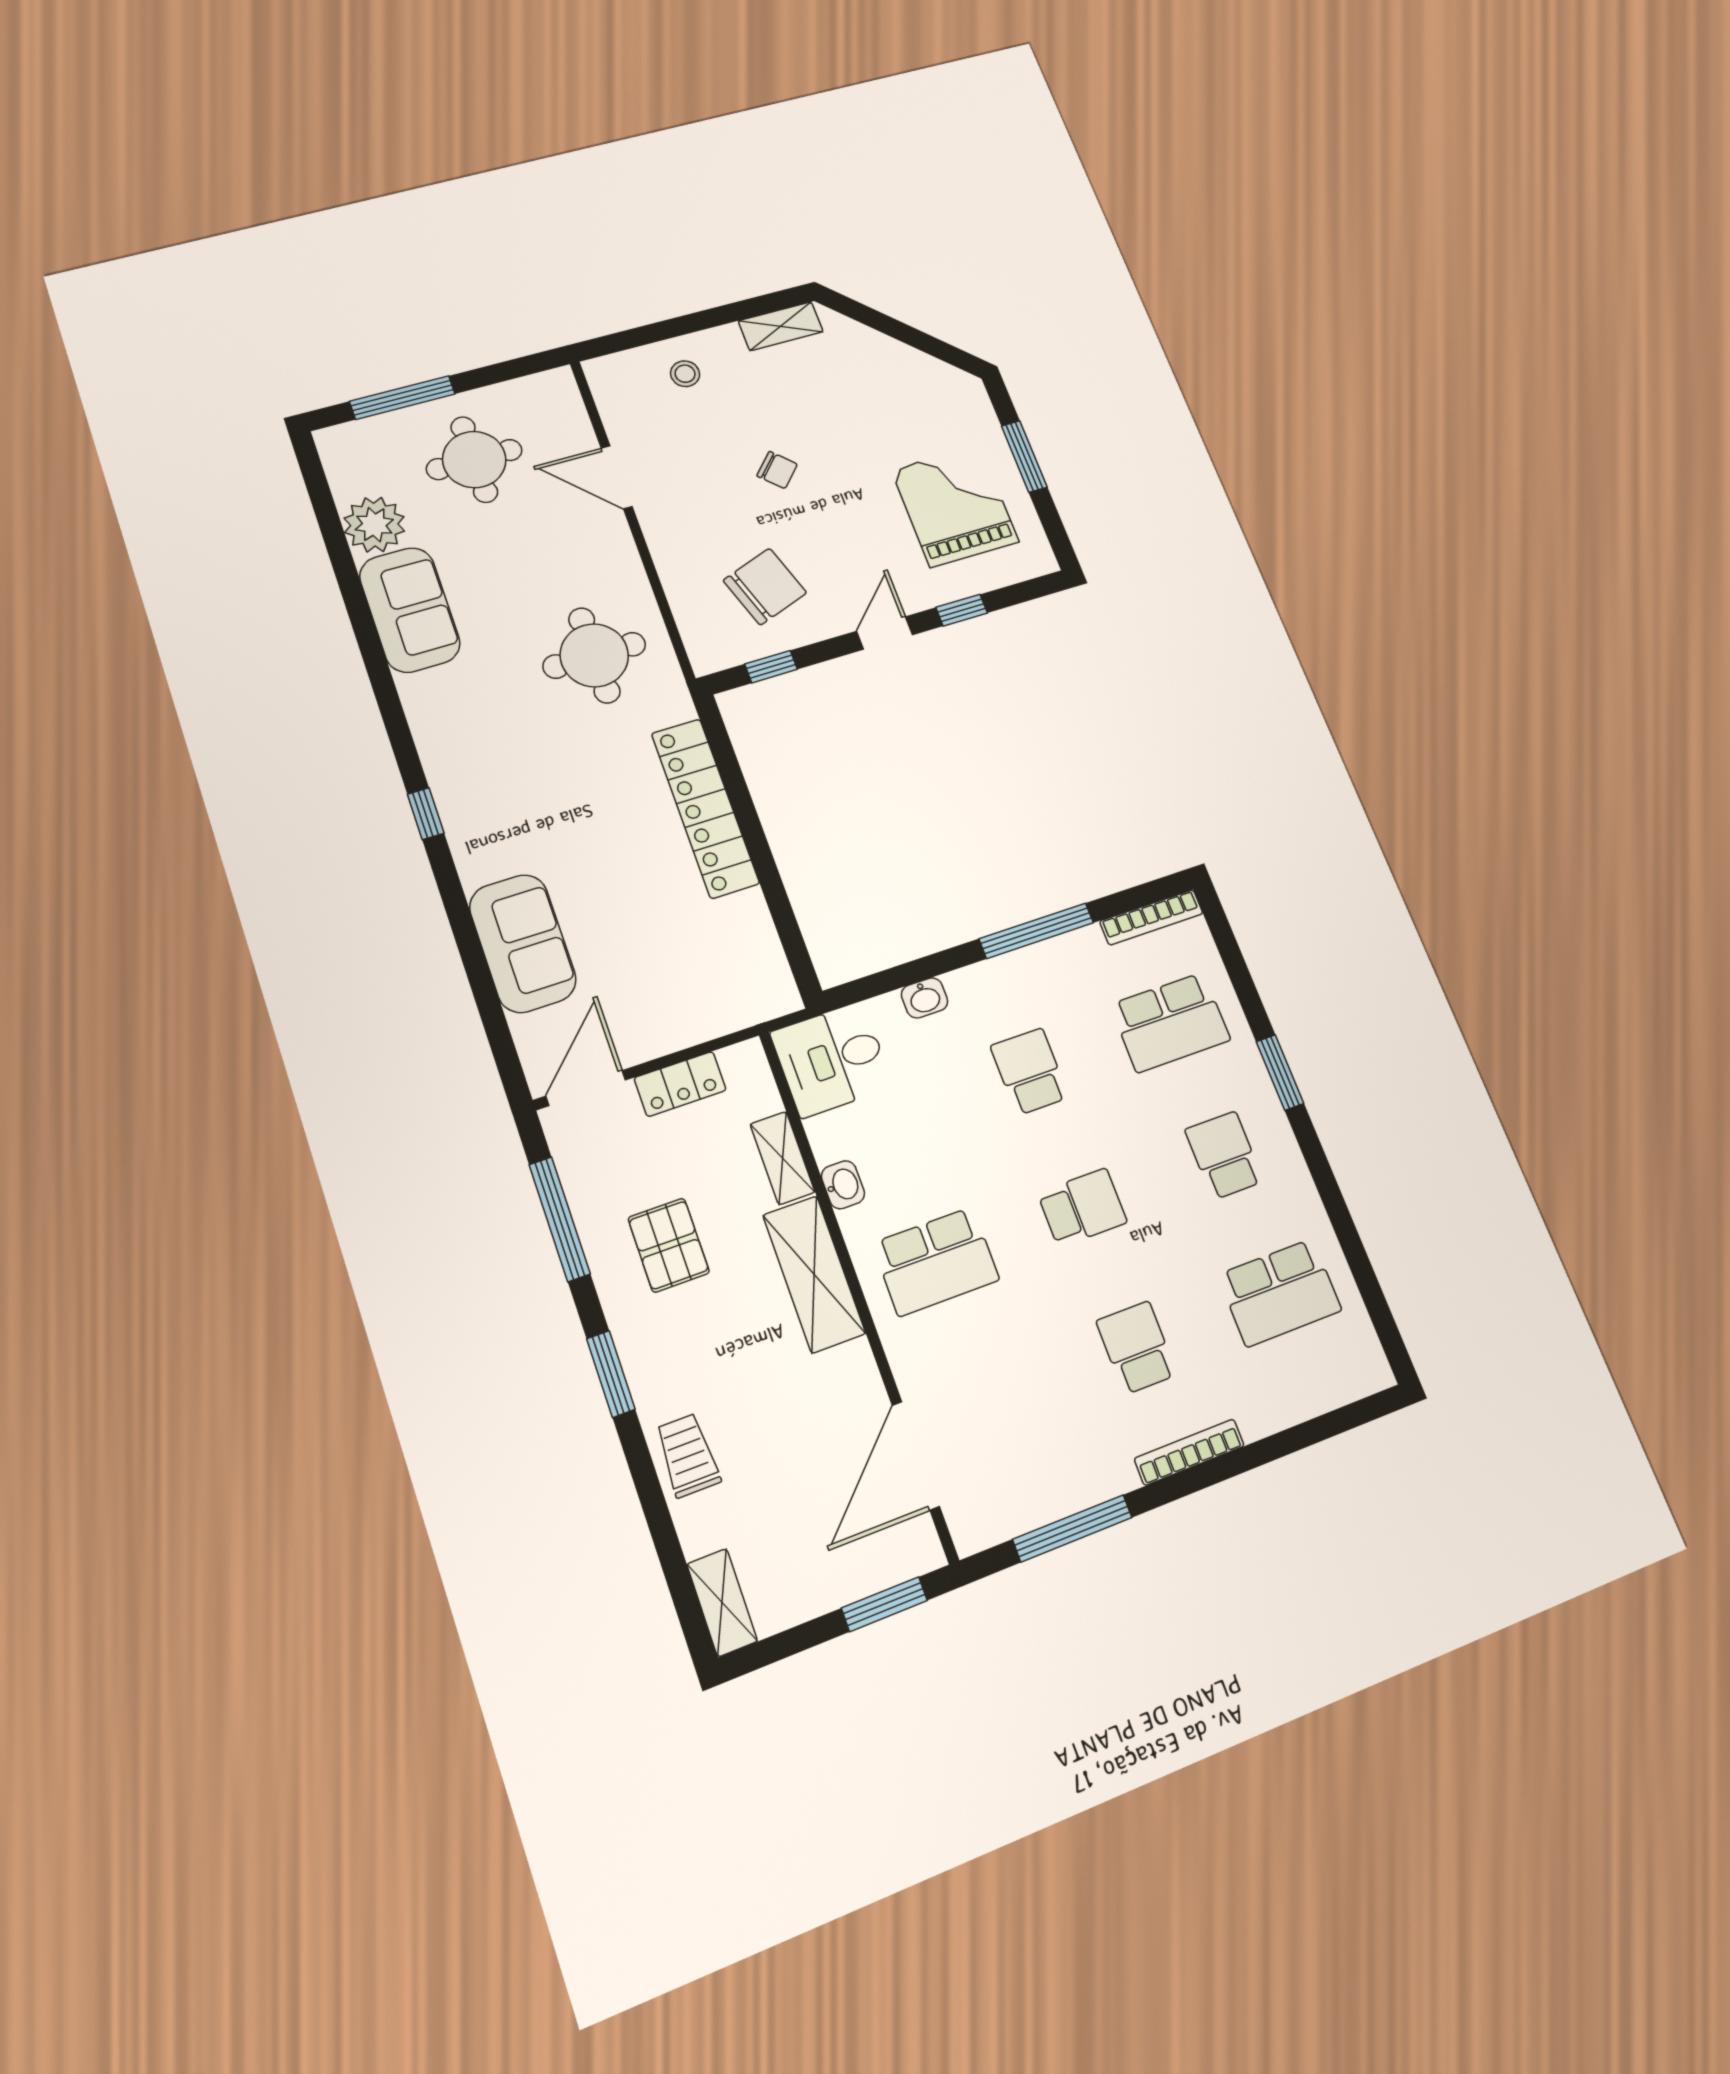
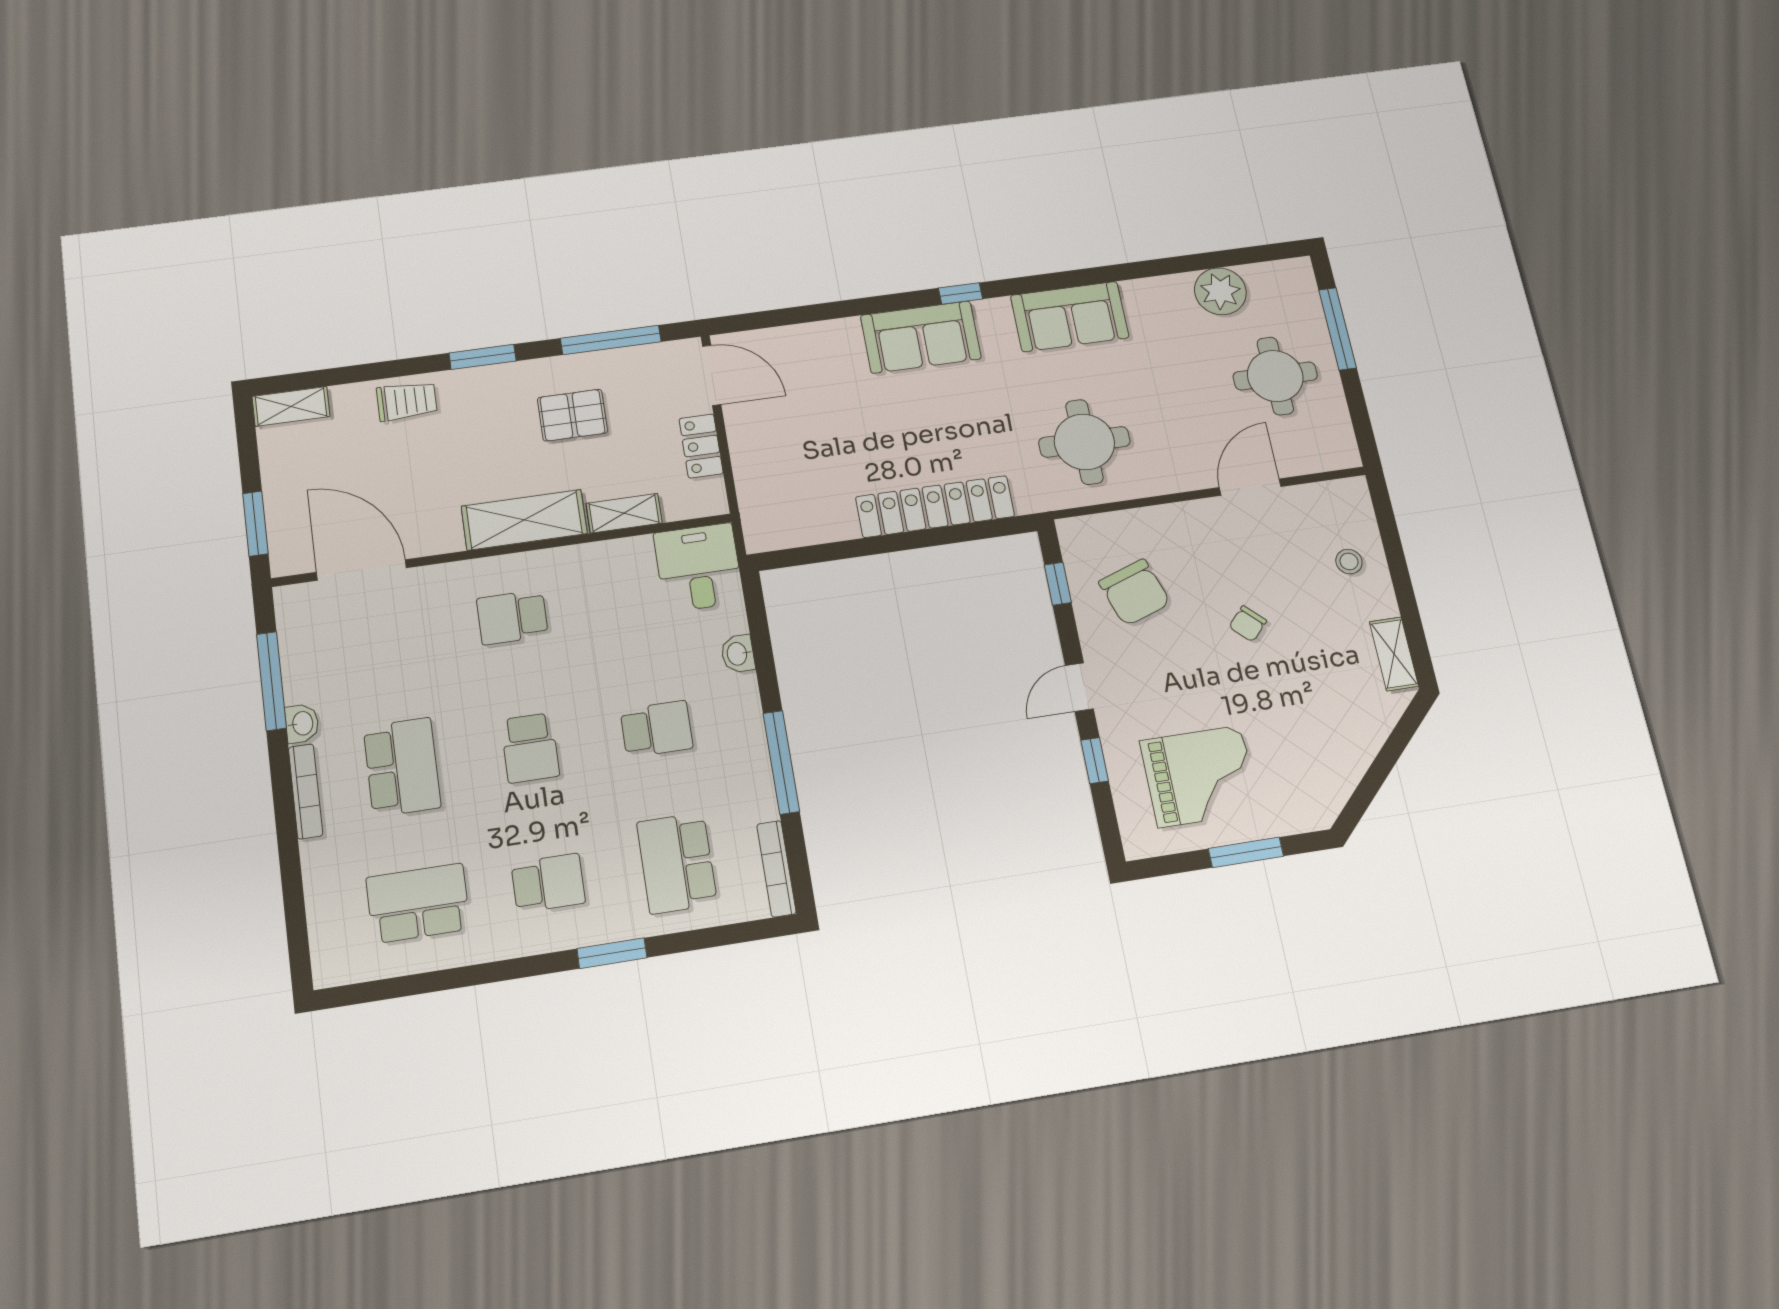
sofa: (410, 610) -> (1070, 317), moved
door: (885, 633) -> (1079, 687), swing flipped
sofa: (523, 943) -> (921, 337), moved
washbasin: (843, 1185) -> (302, 723), moved, turned -90
school desk: (936, 1261) -> (512, 617), width x0.54
school desk: (1280, 1293) -> (418, 903), turned 90
school desk: (1137, 1348) -> (402, 767), width x1.85

